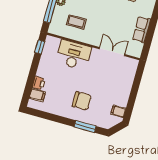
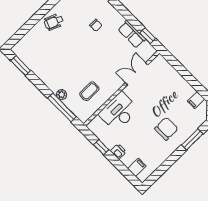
window: (148, 43) -> (148, 36), added
window: (40, 47) -> (101, 147), moved
printer: (39, 83) -> (118, 151), moved

